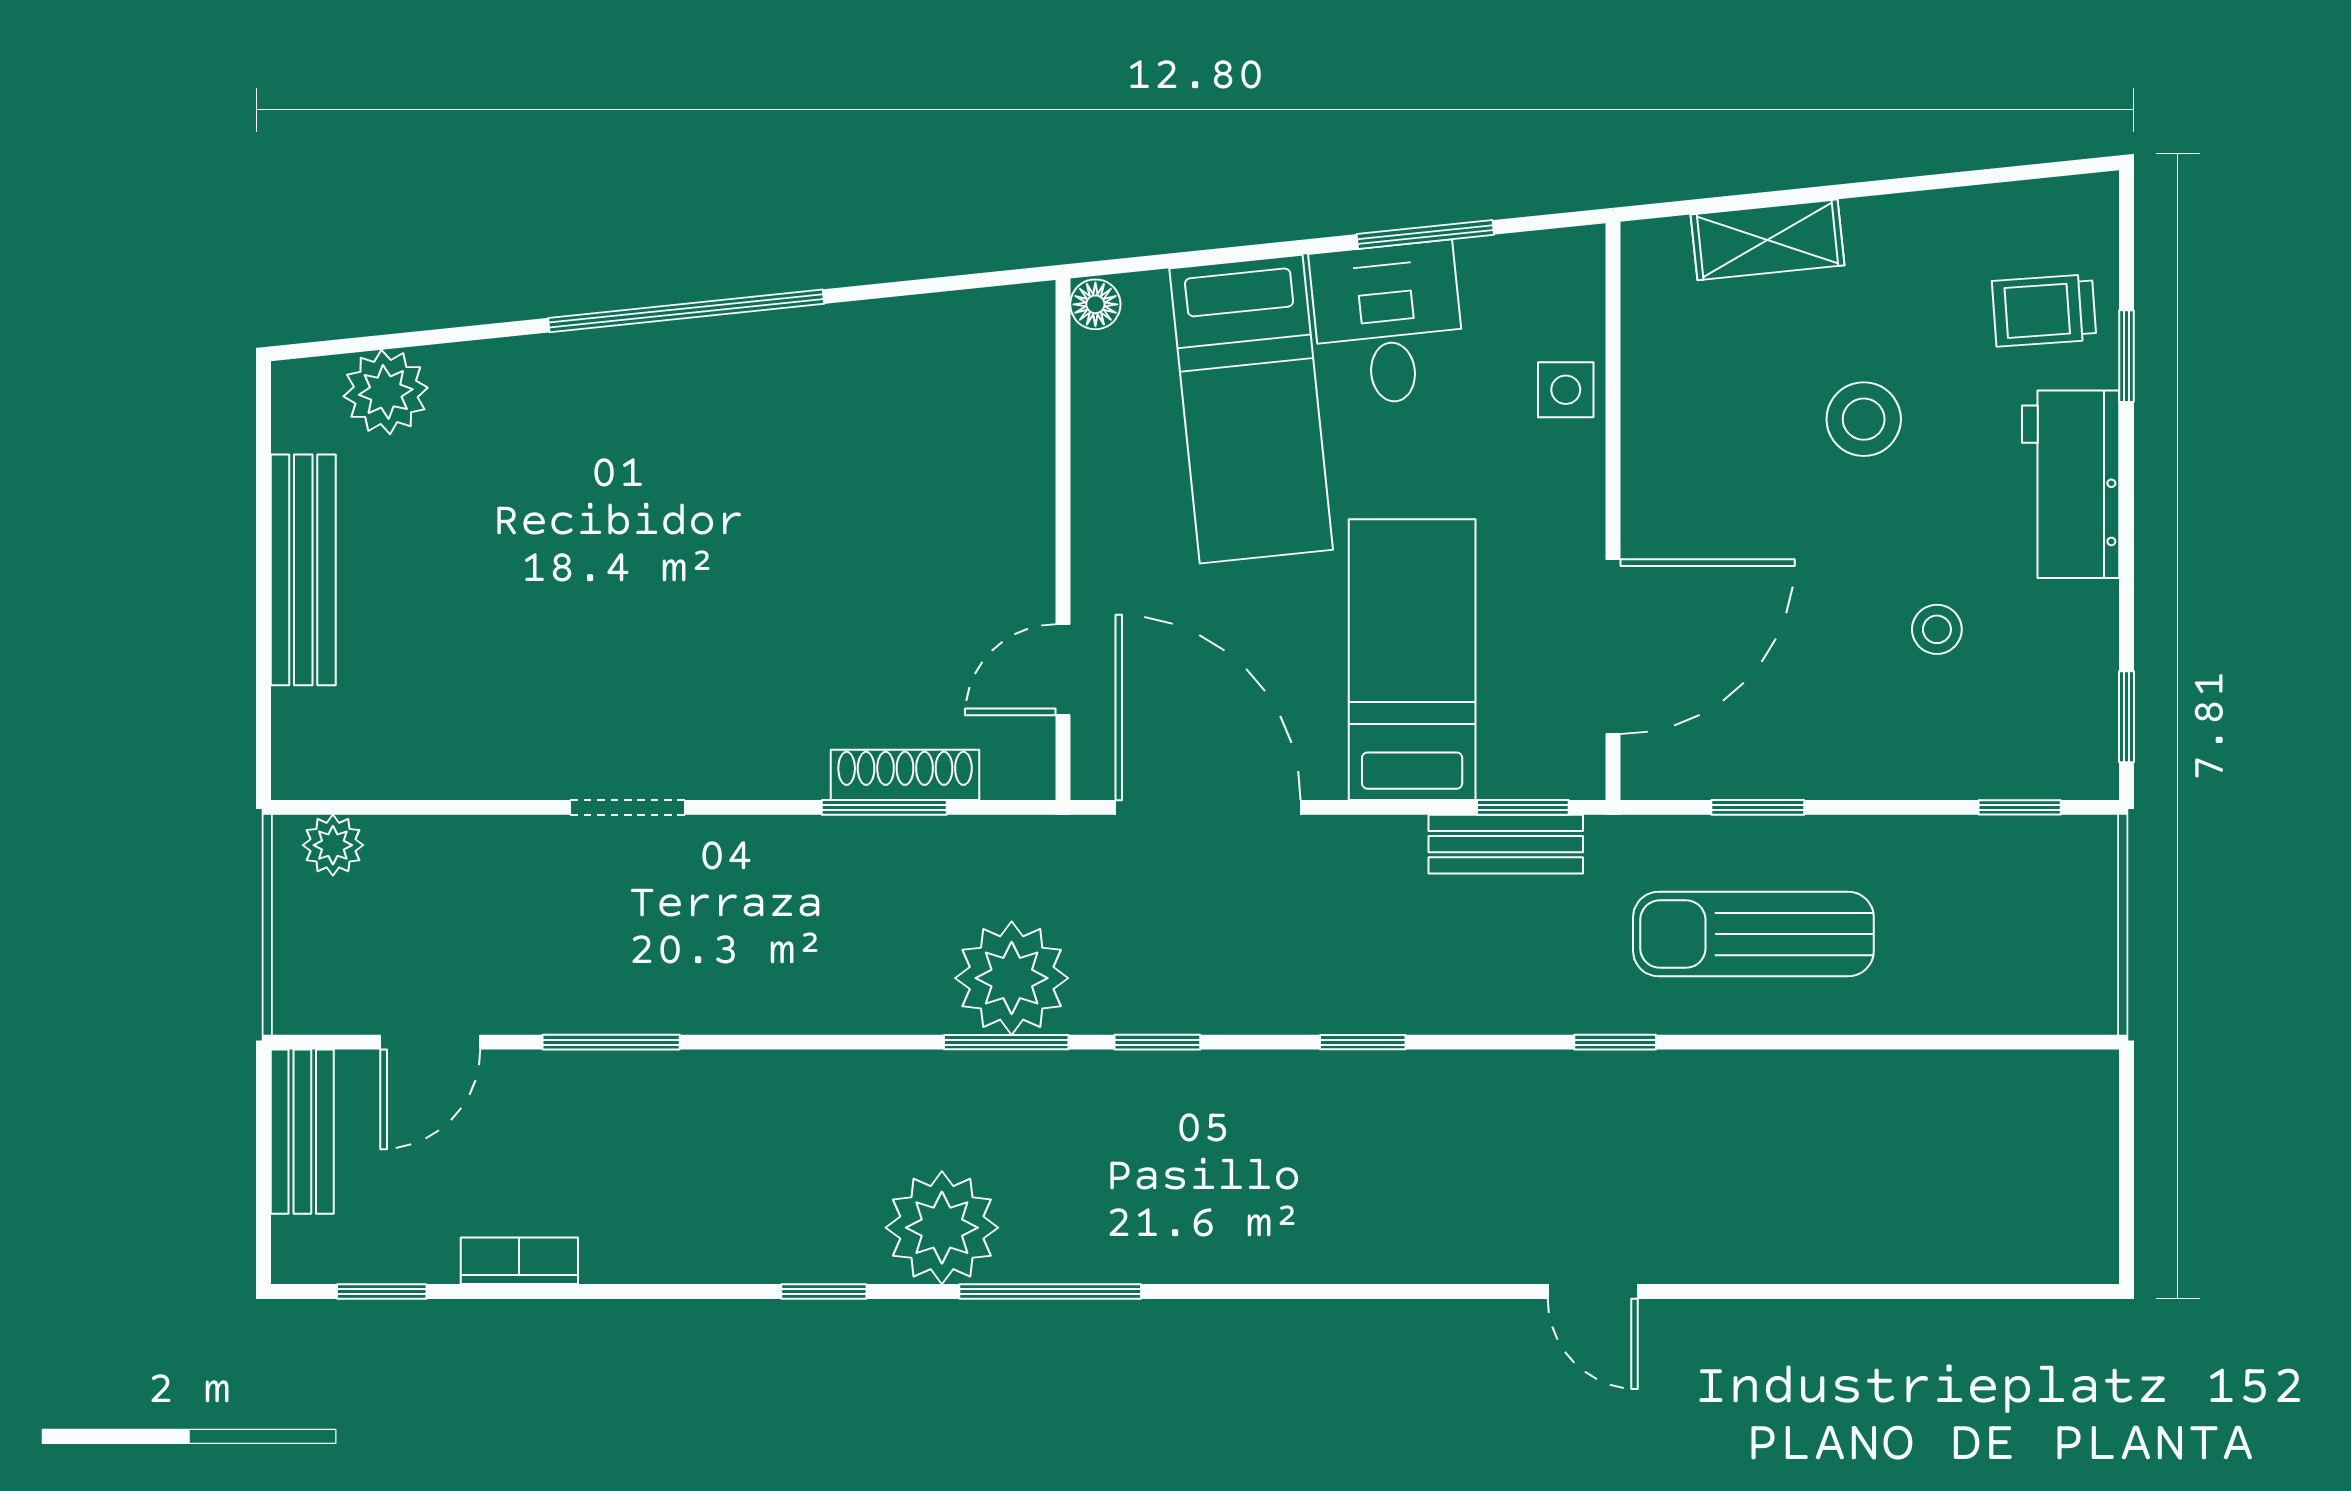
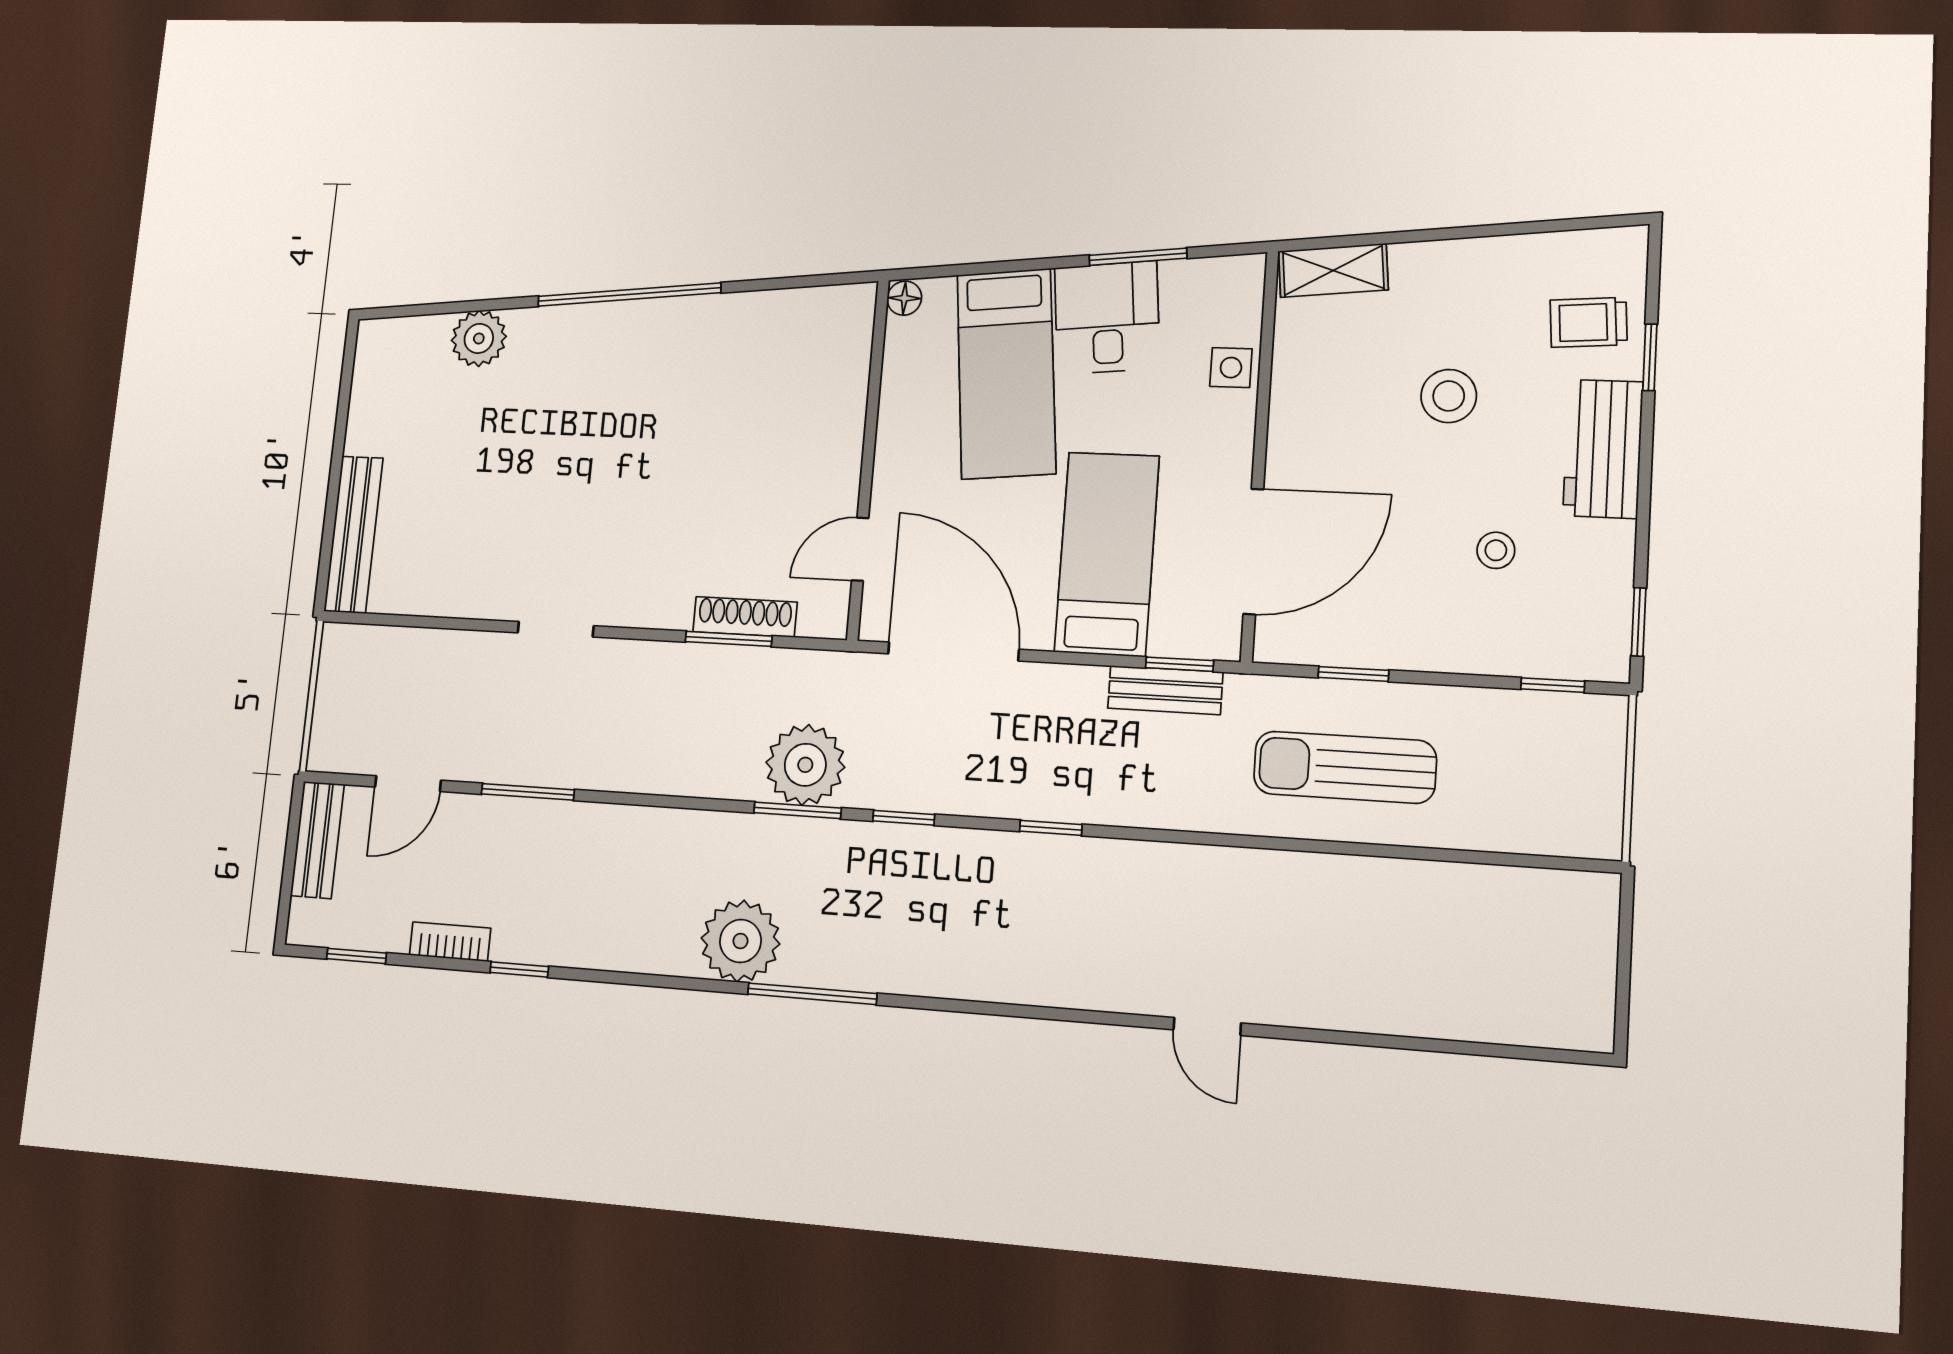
shelving: (1767, 240) -> (1333, 270), moved
plant: (386, 392) -> (479, 338), moved
bench: (303, 570) -> (354, 535), moved
plant: (333, 845) -> (360, 644), removed
window: (1615, 1042) -> (1236, 841), removed
window: (824, 1291) -> (519, 969), moved

